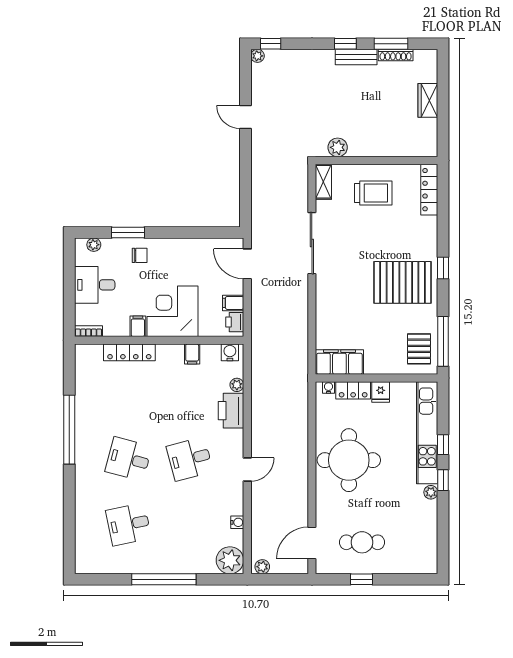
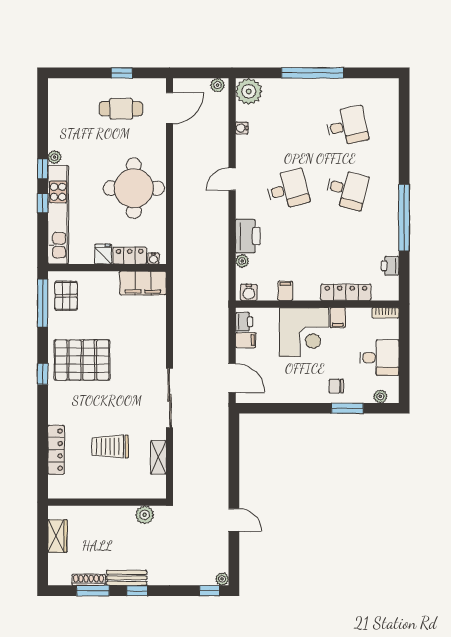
plant: (338, 147) -> (145, 515), moved
wall: (377, 161) -> (107, 502), moved
printer: (84, 380) -> (390, 266), added

